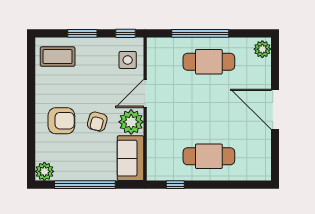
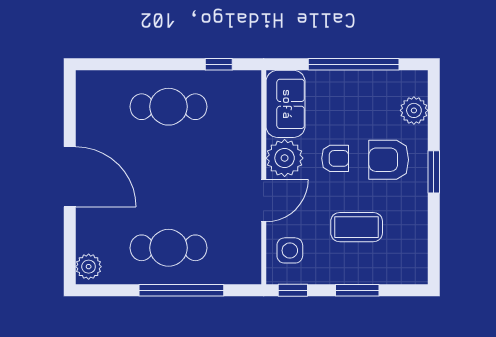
coffee table: (58, 57) -> (357, 227), moved
window: (31, 113) -> (434, 172), added
armchair: (97, 122) -> (335, 158), turned 75
plant: (44, 171) -> (414, 110), moved

